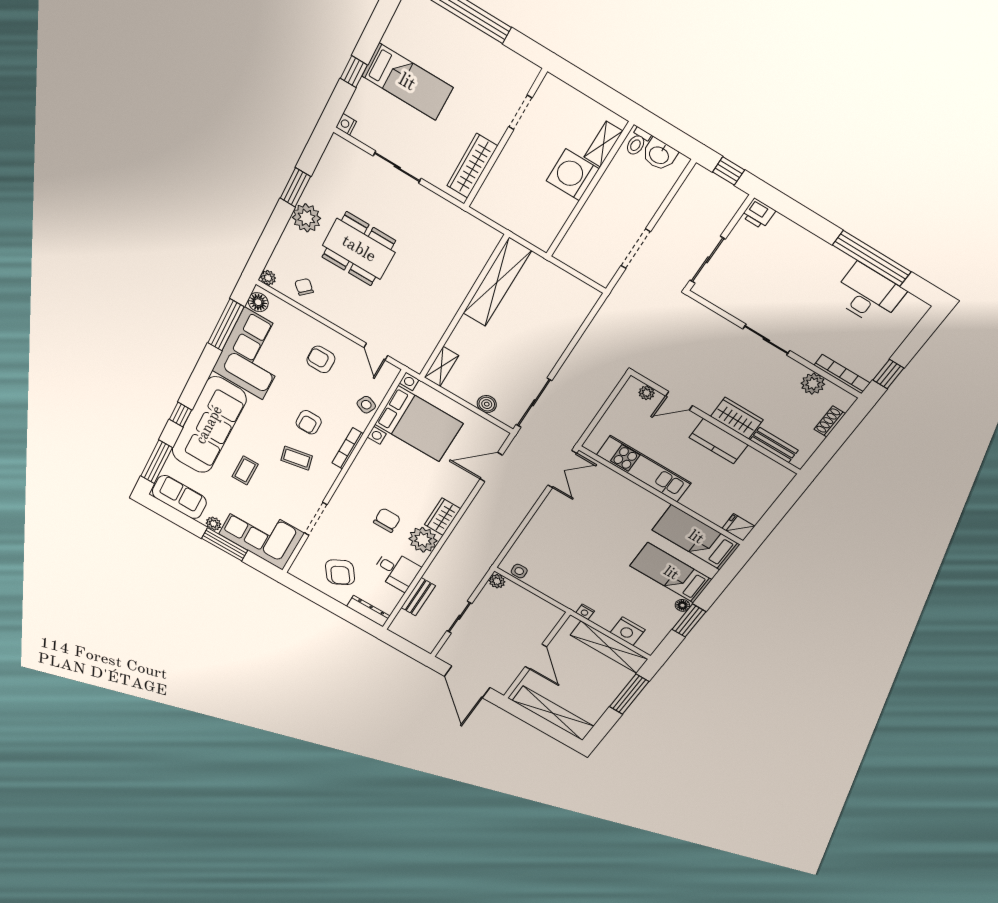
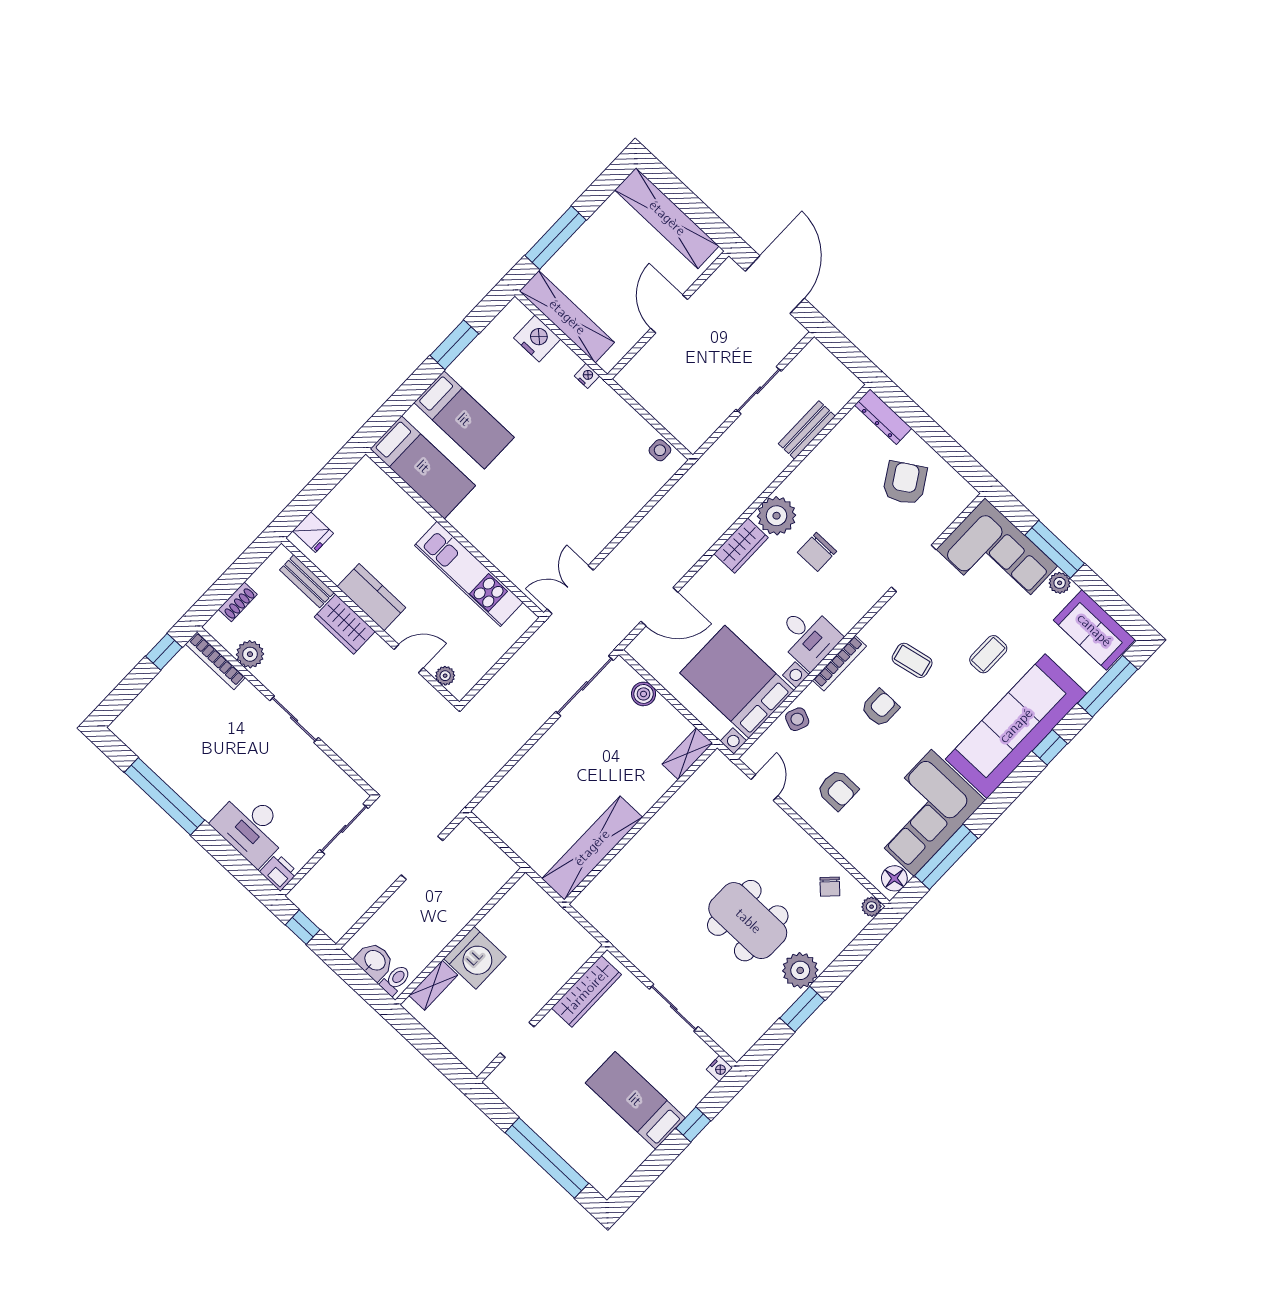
desk: (868, 294) -> (251, 828), moved
fridge: (738, 527) -> (313, 532), moved
desk: (396, 570) -> (808, 637), moved, turned 180
plant: (497, 581) -> (693, 439), removed
floor lamp: (682, 605) -> (458, 369), removed

